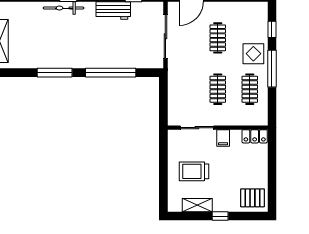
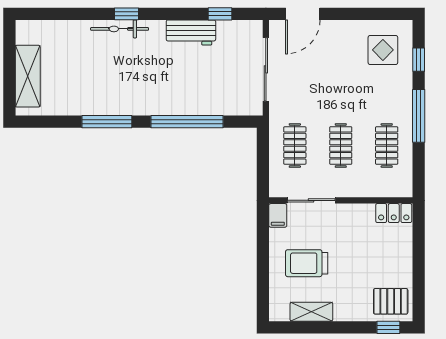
clothes rail: (218, 38) -> (295, 146), moved
display table: (253, 54) -> (383, 50), moved
filing cabinet: (223, 138) -> (278, 215), moved
window: (220, 216) -> (388, 327), moved

